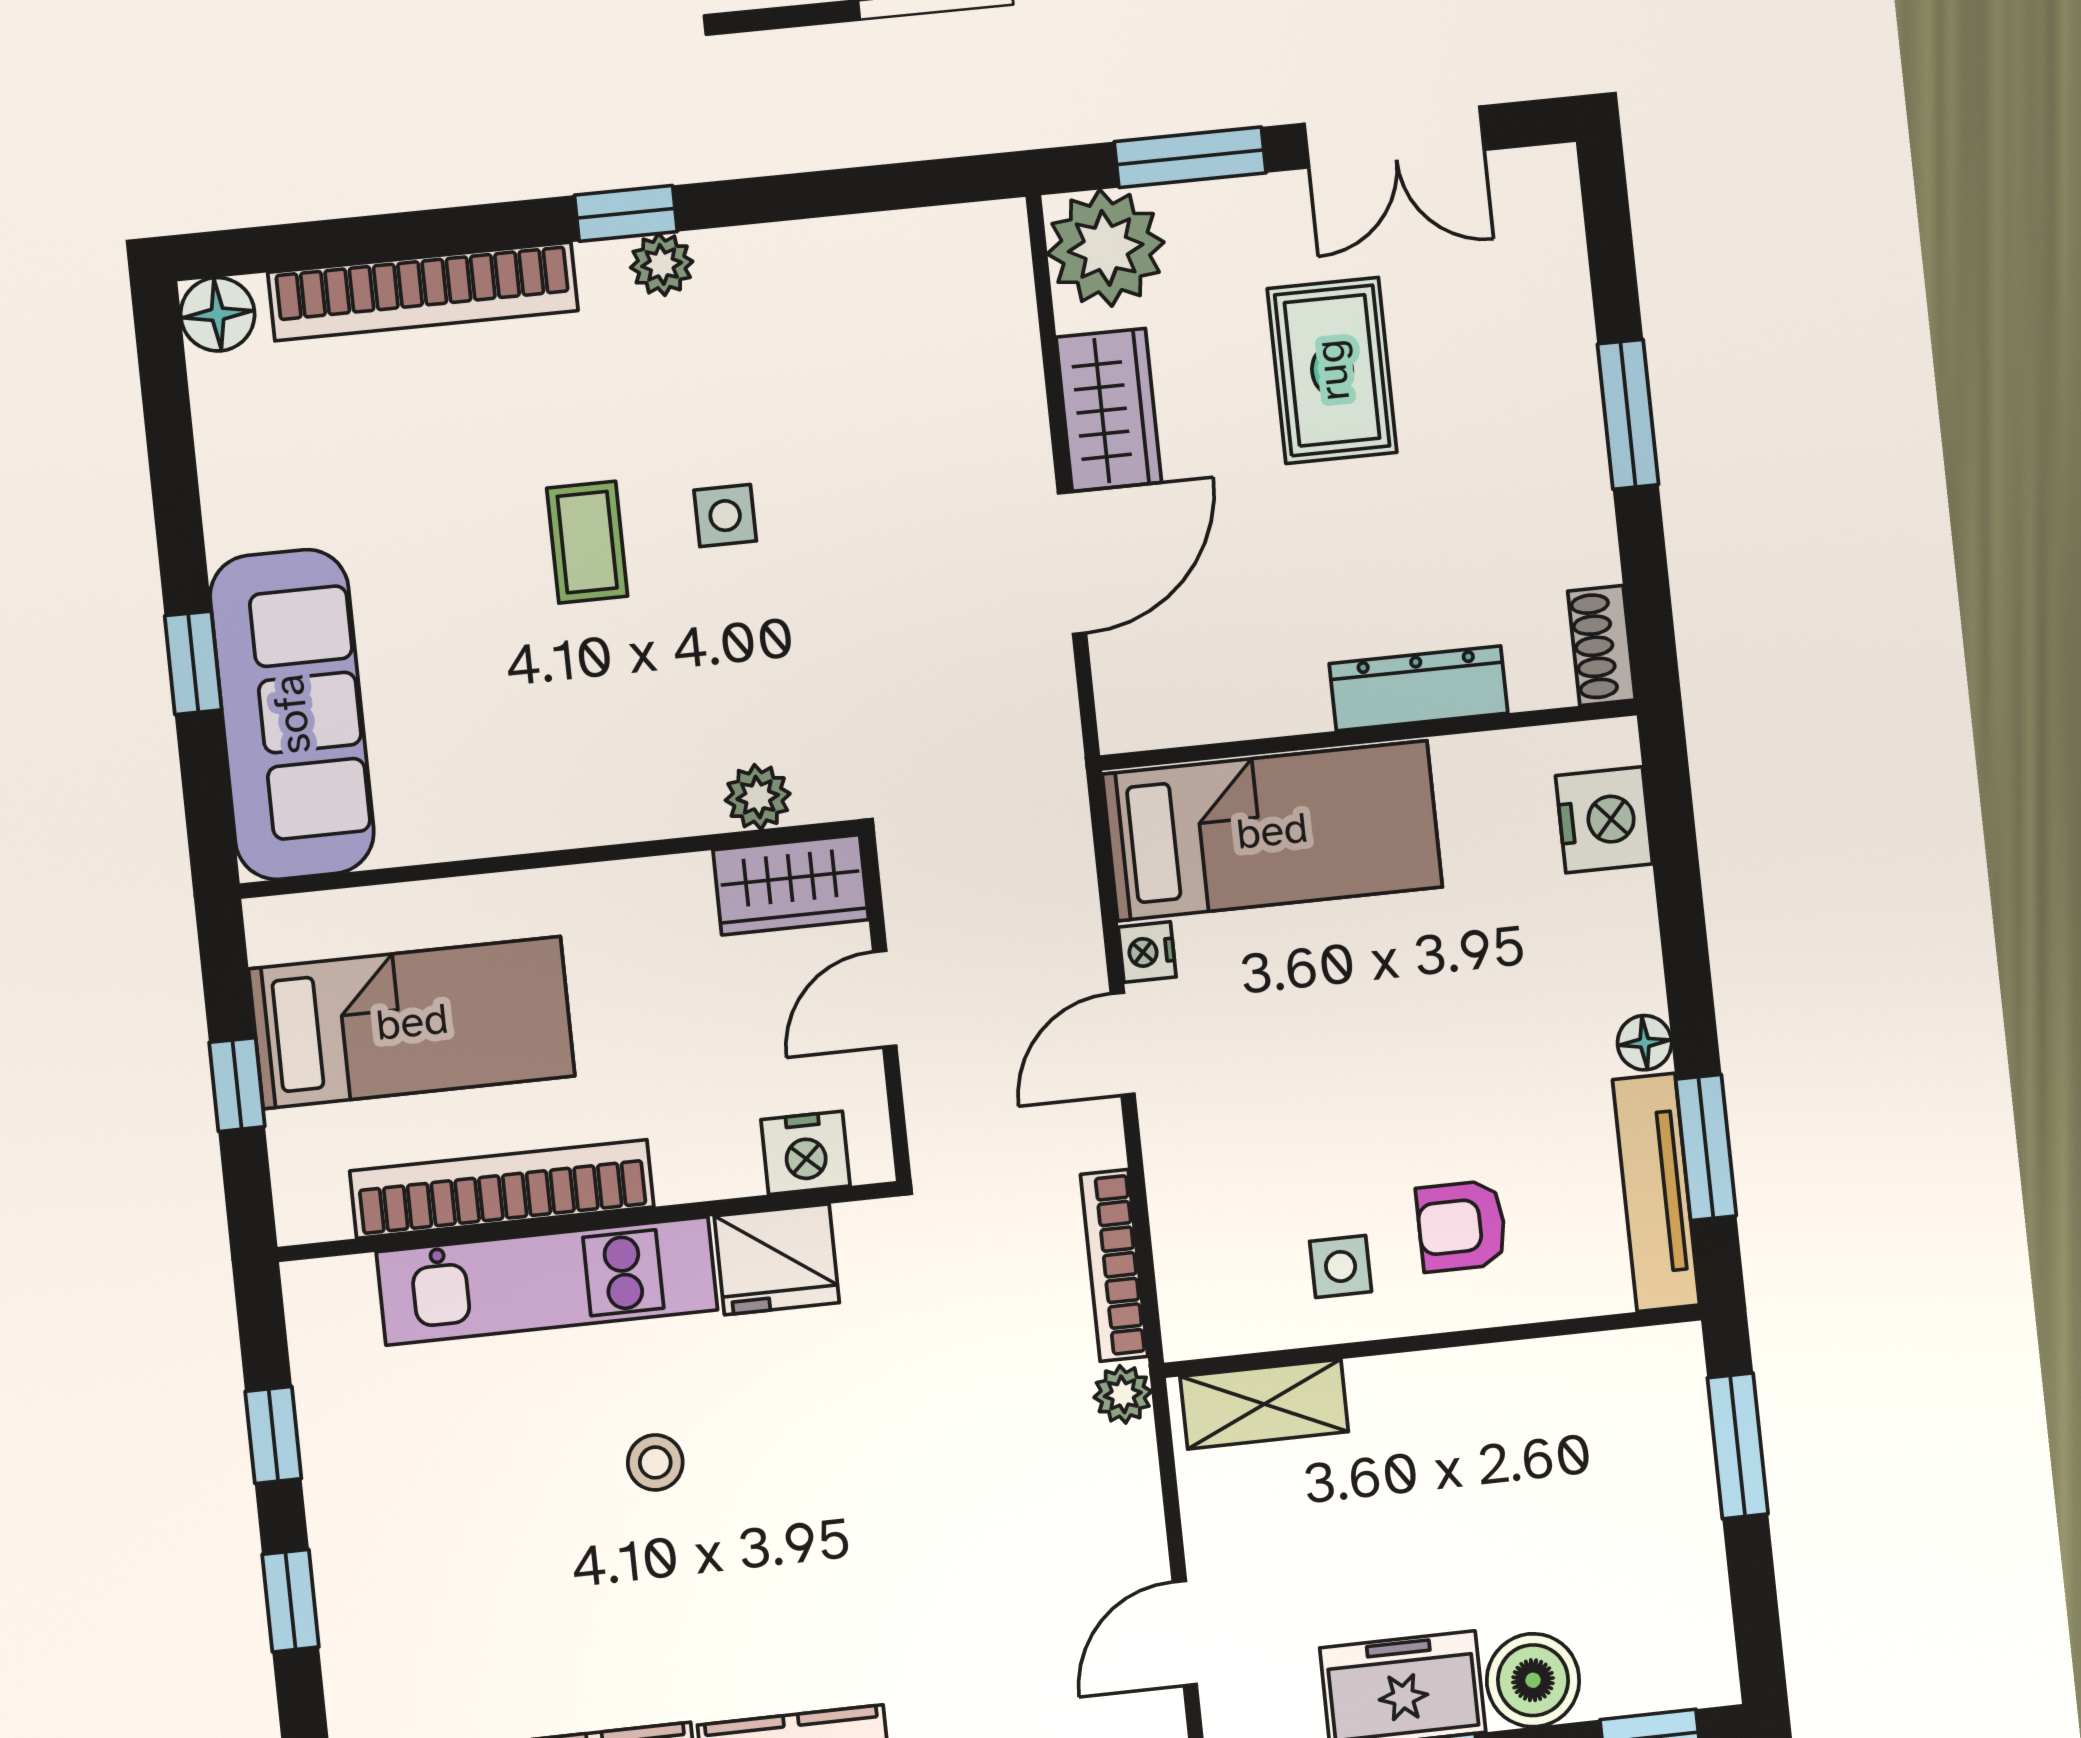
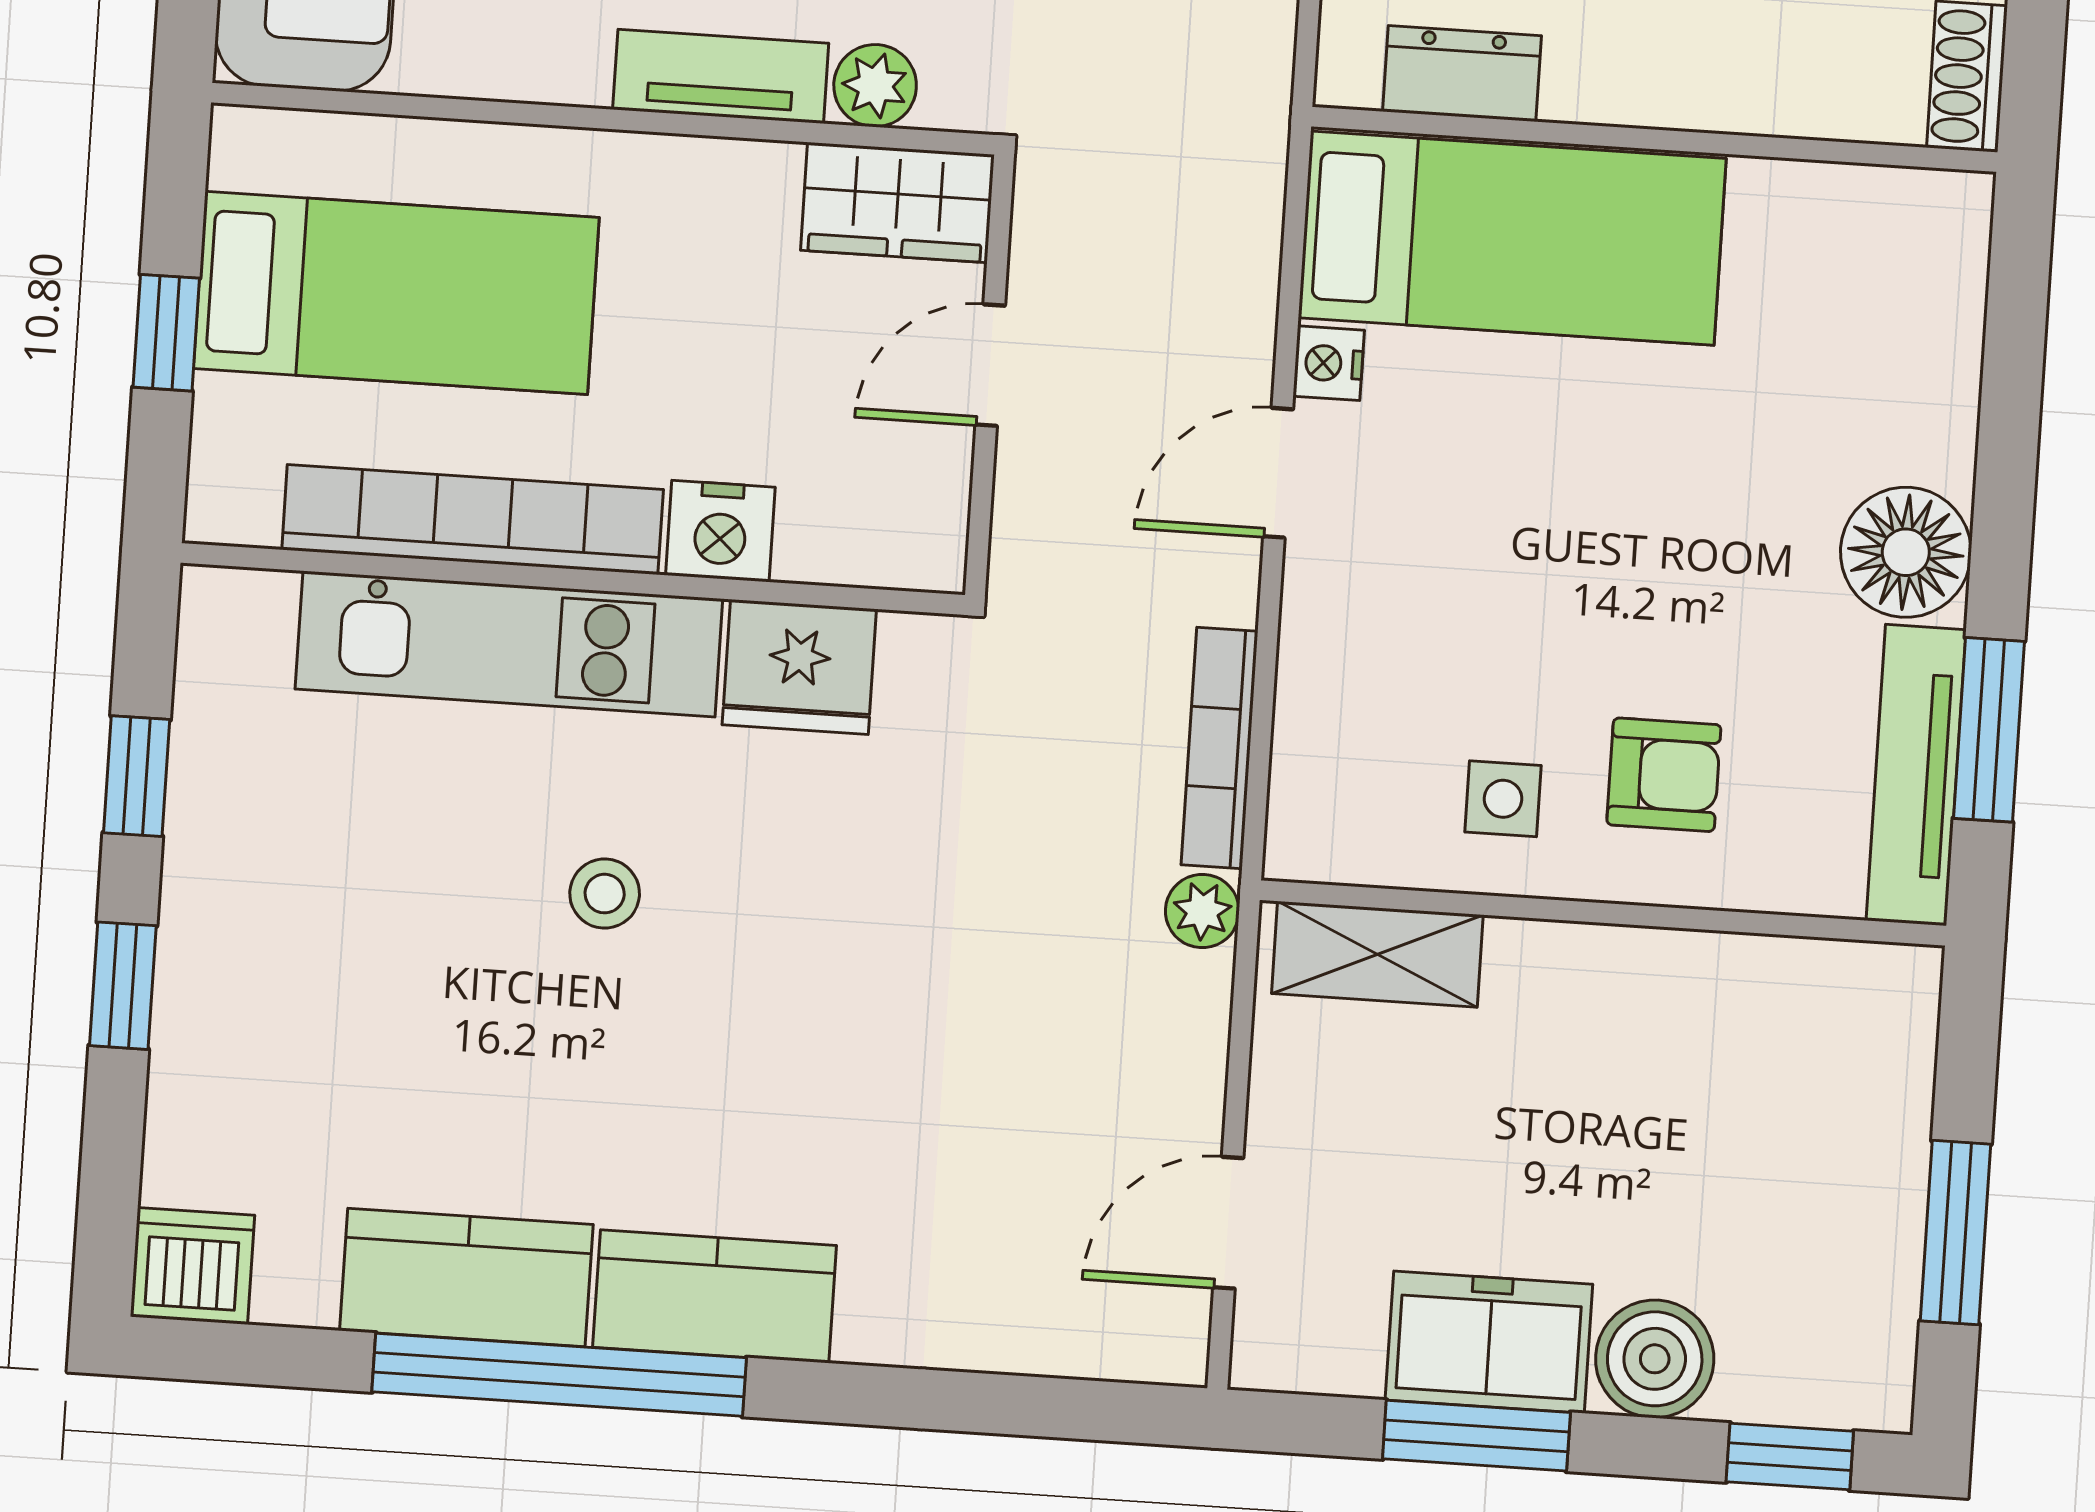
dresser: (1419, 688) -> (1462, 74), moved, width x0.70
tv unit: (636, 810) -> (721, 76), added
nightstand: (1604, 820) -> (1932, 296), removed
floor lamp: (1645, 1043) -> (1906, 552), width x1.89, depth x1.89
nightstand: (805, 1153) -> (720, 531), moved
armchair: (1462, 1226) -> (1664, 775), turned 180
window: (1738, 1446) -> (1955, 1233), moved

